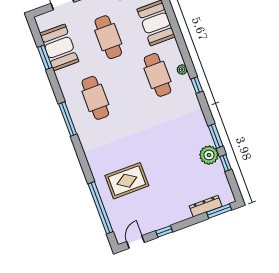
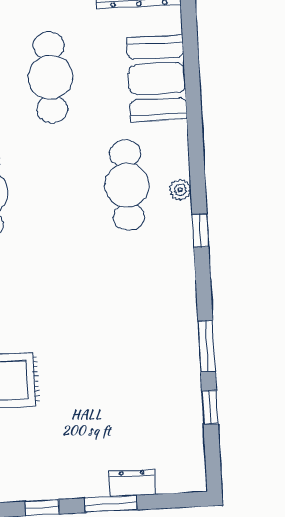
plant: (209, 155) -> (181, 381), removed
dresser: (206, 206) -> (132, 483), width x0.70
window: (219, 211) -> (111, 504), moved

